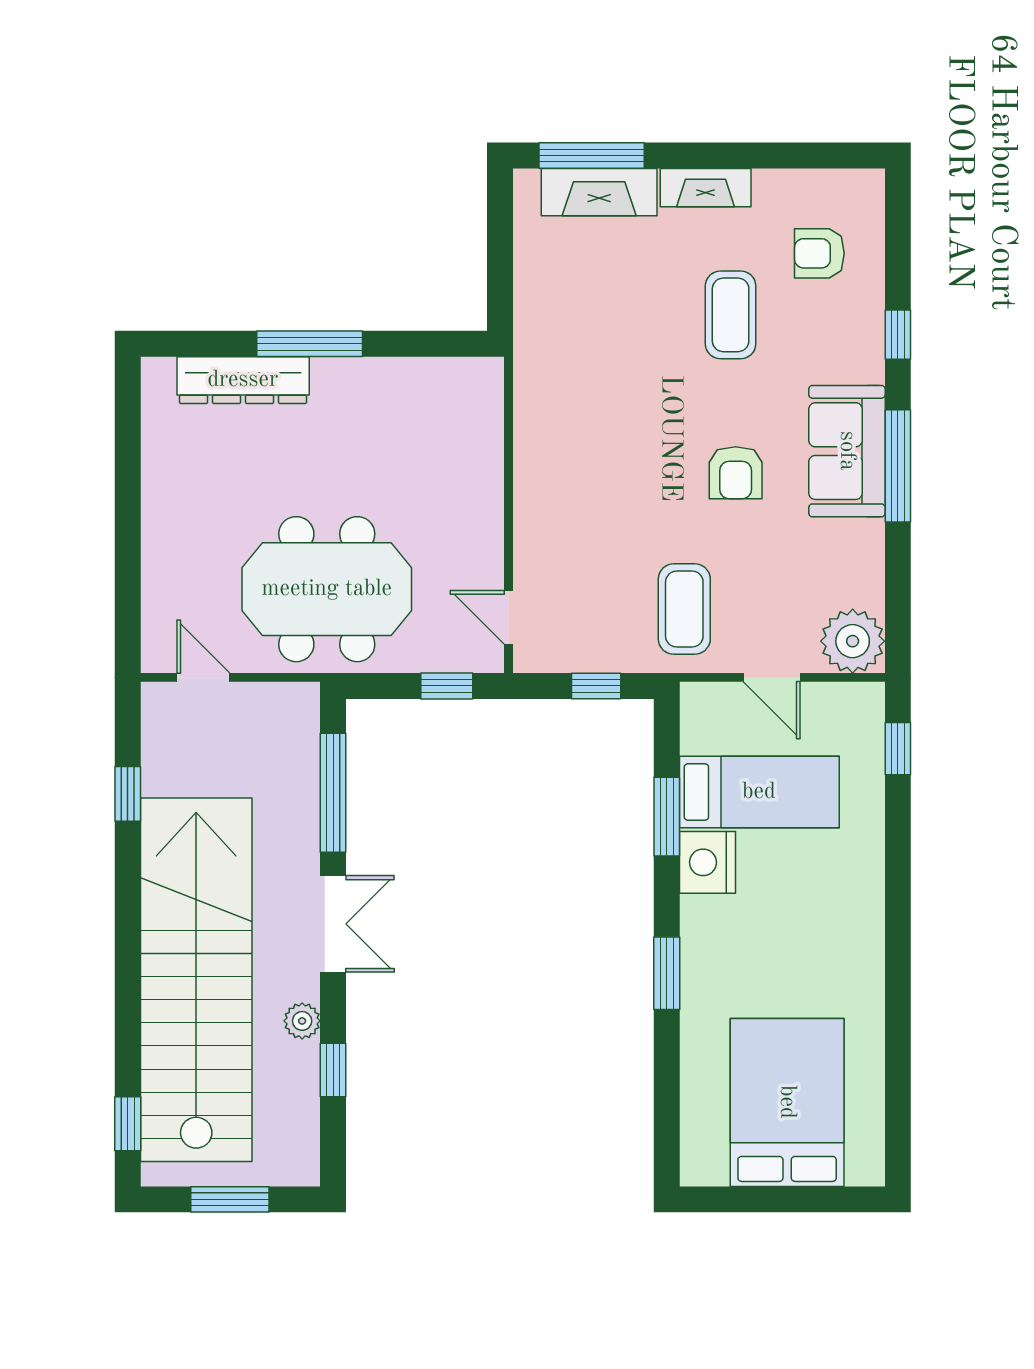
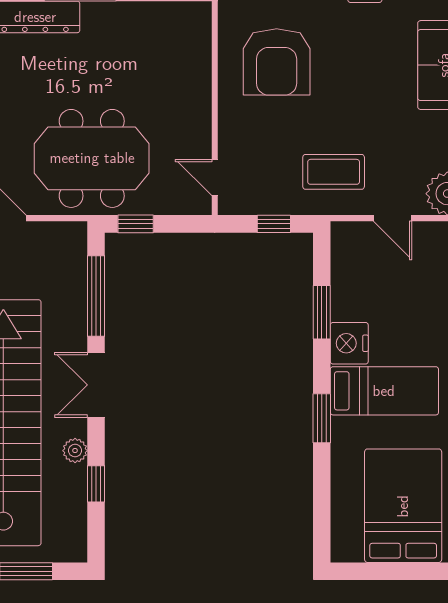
armchair: (736, 473) -> (277, 62), moved, width x1.88, depth x1.88
coffee table: (684, 609) -> (334, 172), turned 90
window: (447, 686) -> (136, 224), moved
bed: (759, 792) -> (384, 391), moved
double door: (333, 924) -> (96, 385), swing flipped

